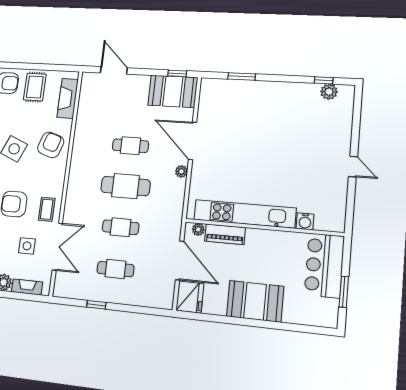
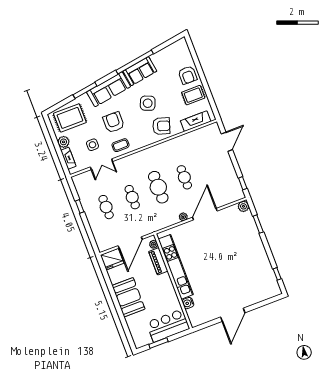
booth: (173, 91) -> (230, 186), removed
plant: (329, 92) -> (243, 206), moved
door: (353, 167) -> (233, 315), width x1.88
double door: (57, 247) -> (101, 164), width x0.73

